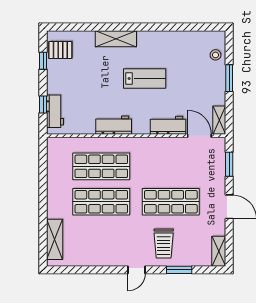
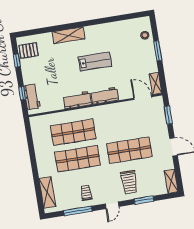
workbench: (168, 125) -> (105, 96), moved
trolley: (105, 248) -> (86, 193), added
window: (91, 270) -> (78, 211), added

